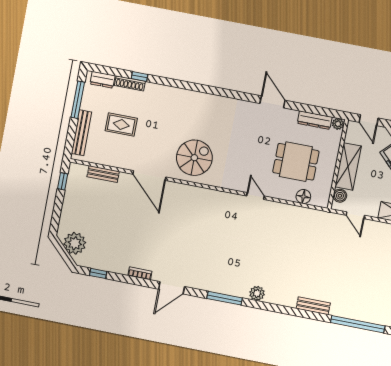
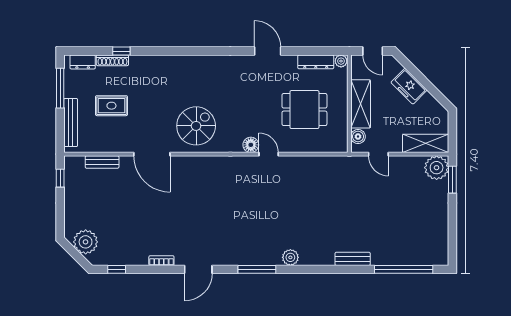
floor lamp: (303, 197) -> (251, 145), moved

